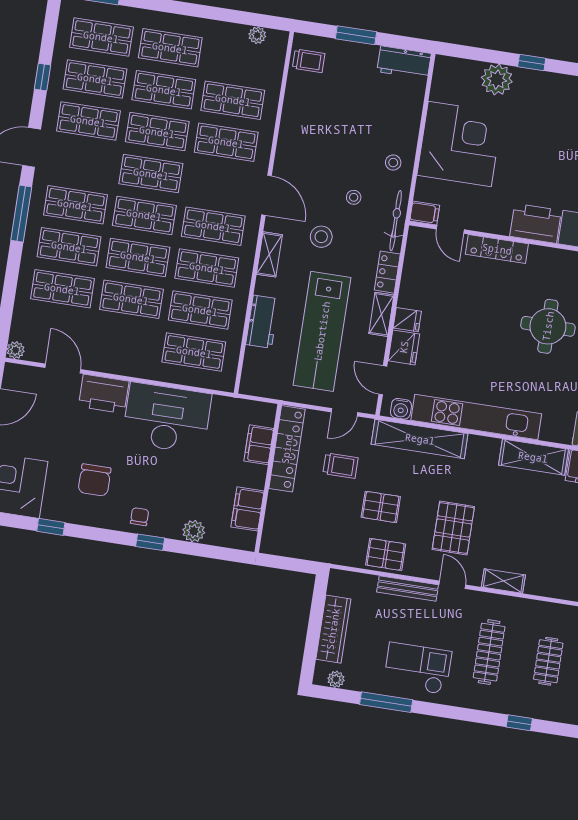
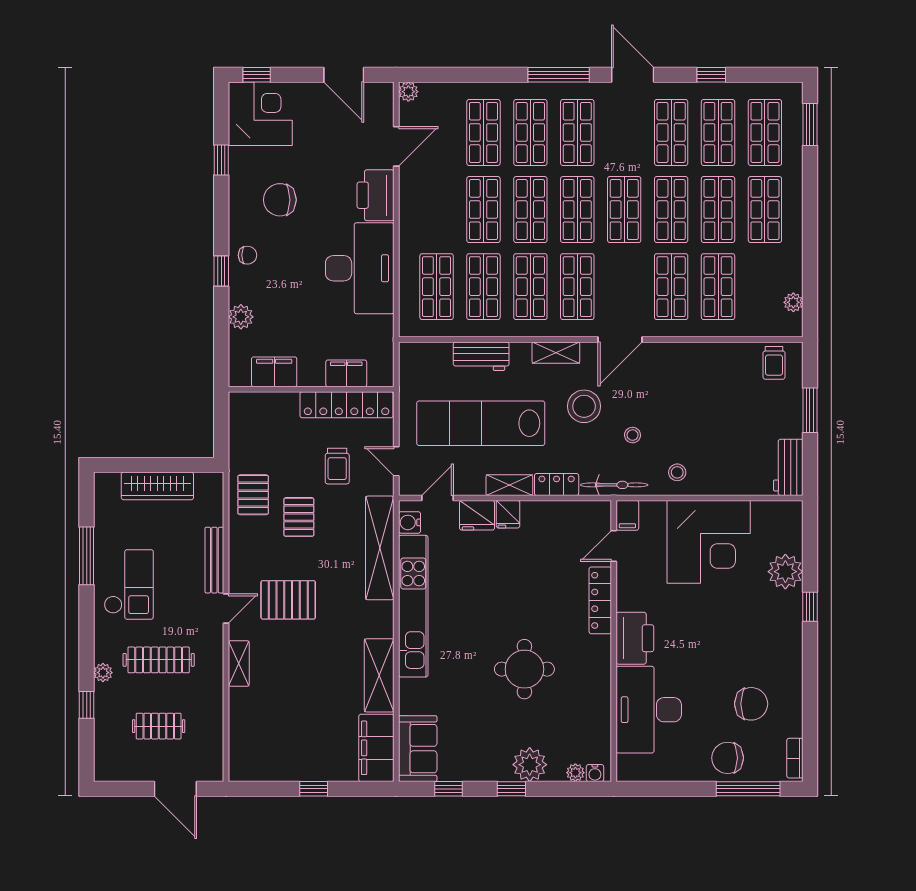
stool: (321, 237) -> (584, 406), width x1.38, depth x1.38
pallet: (386, 554) -> (253, 495), moved
plant: (336, 679) -> (103, 673), moved

